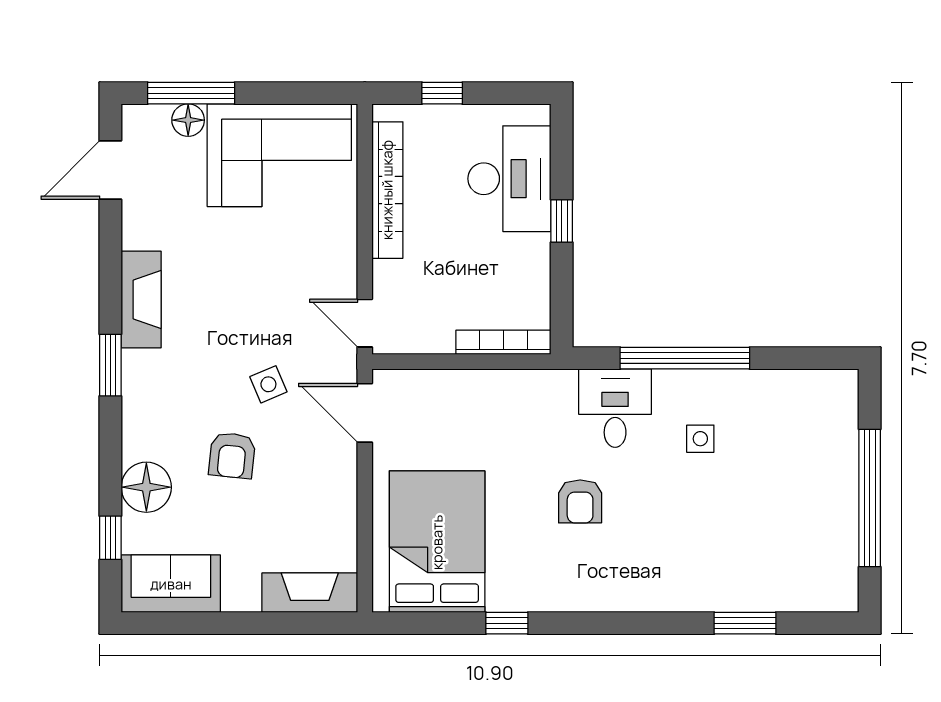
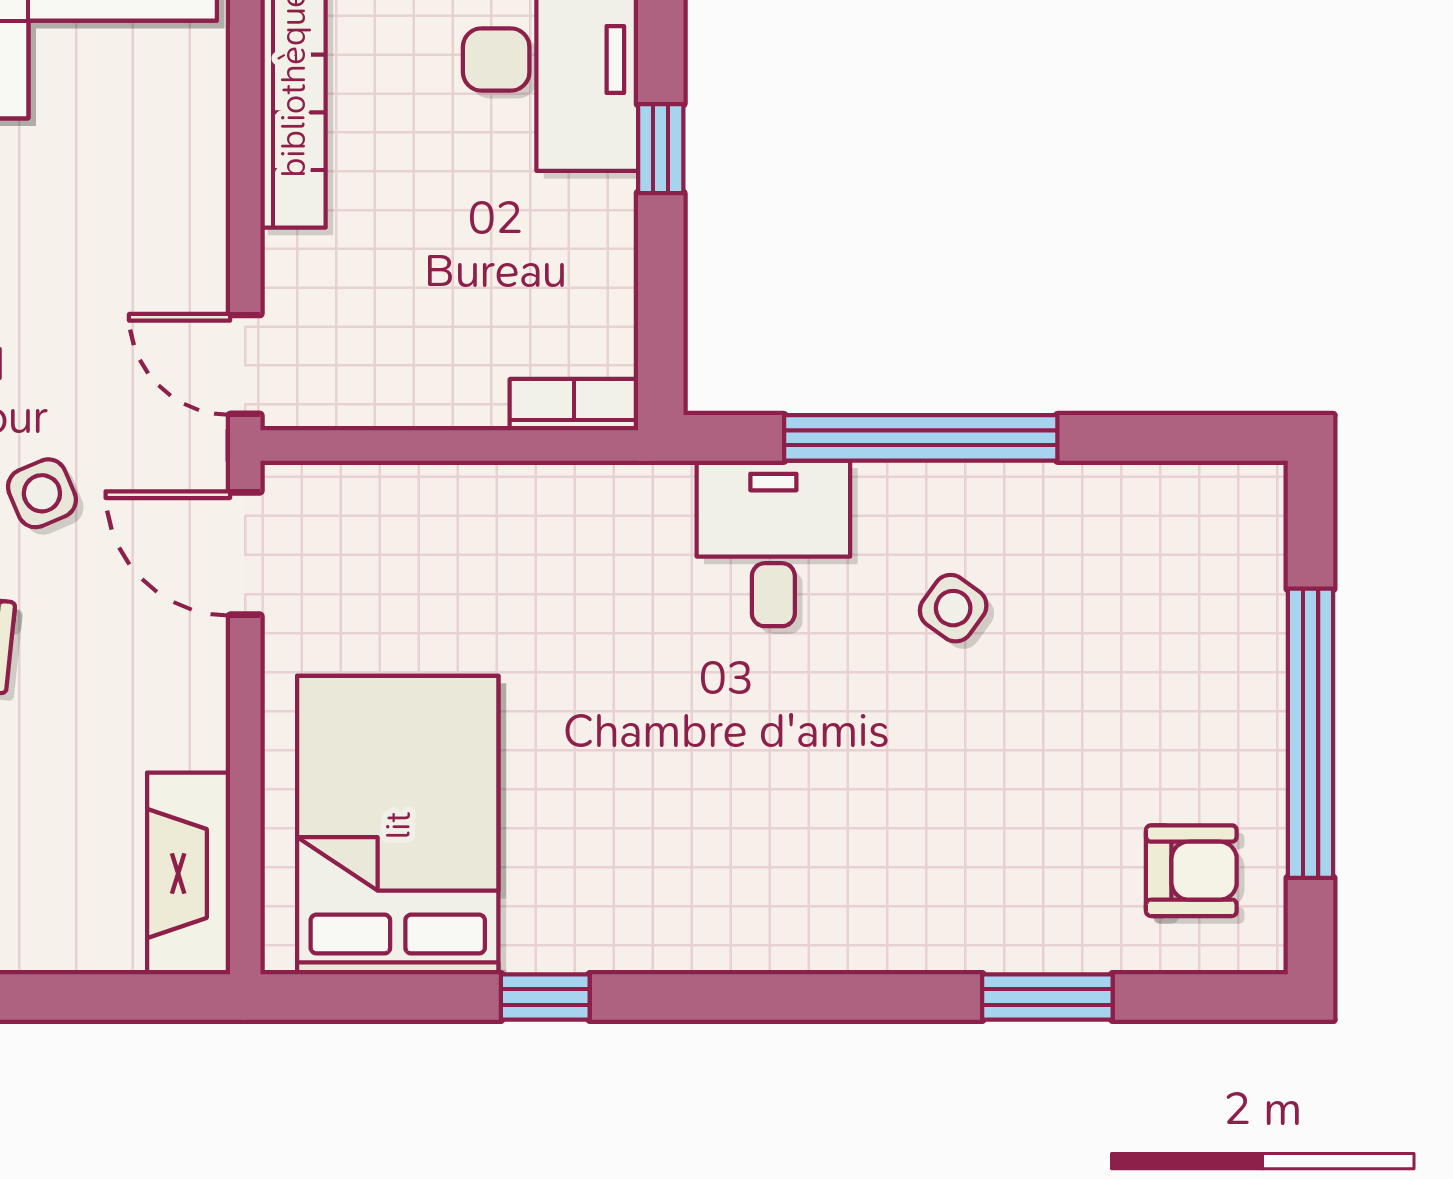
bookcase: (503, 342) -> (574, 405), width x0.64
side table: (700, 439) -> (953, 608), turned 36
armchair: (580, 501) -> (1191, 871), moved, turned -90
fireplace: (310, 593) -> (189, 873), moved, turned -90

